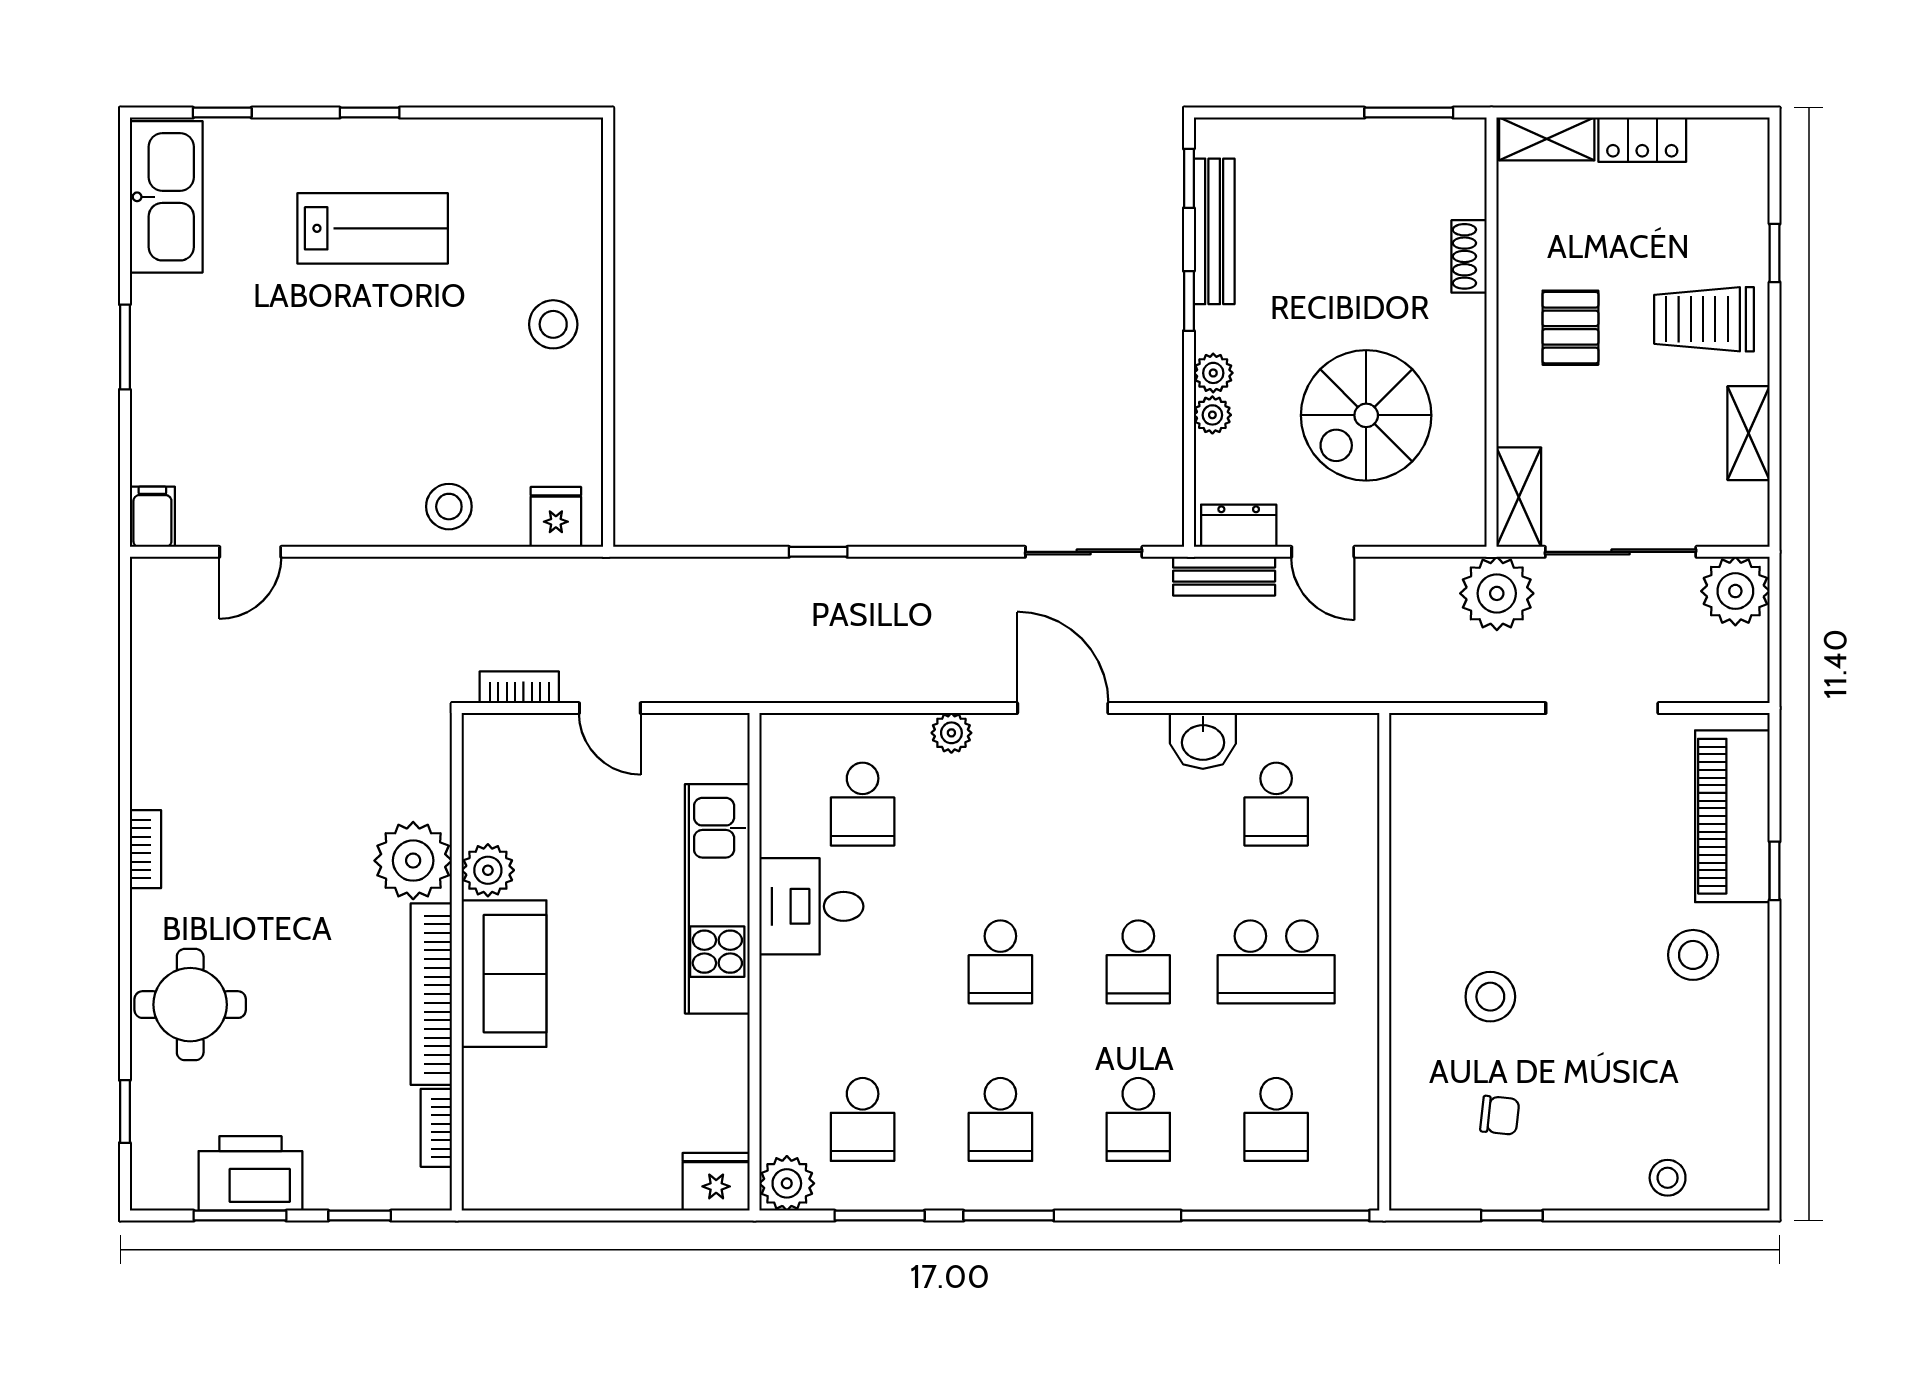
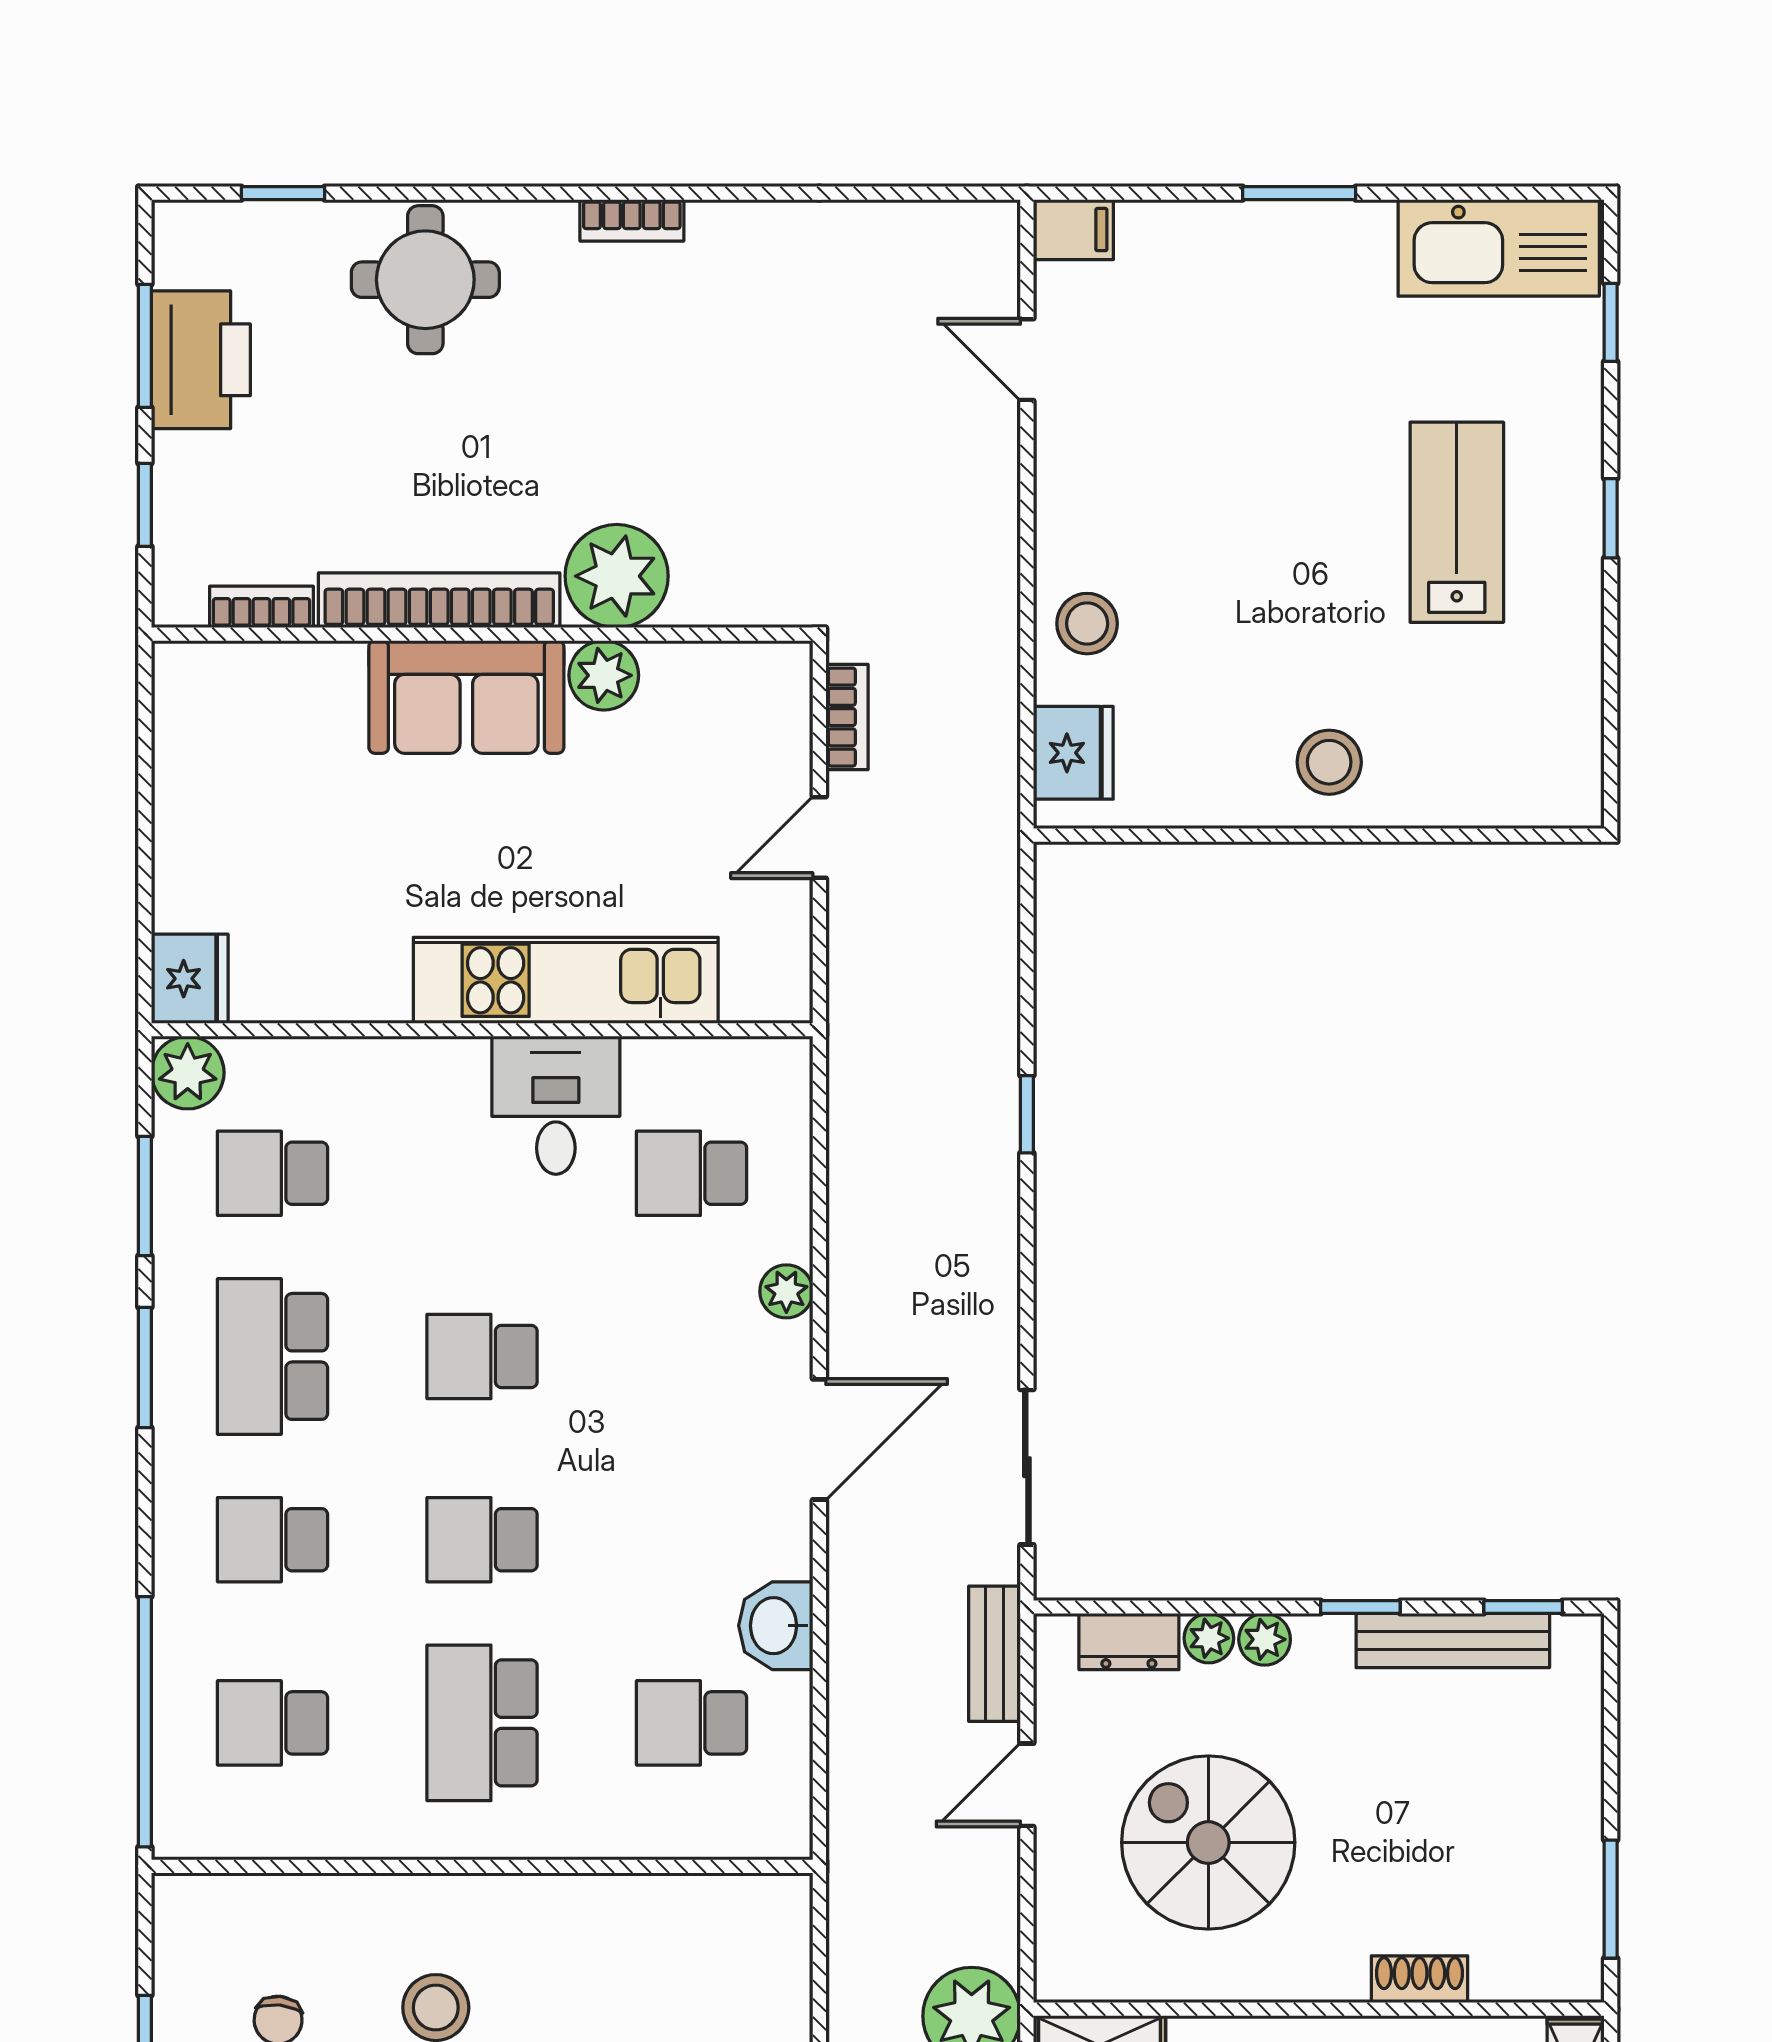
lab bench: (373, 228) -> (1457, 522), turned 180
fridge: (556, 517) -> (1073, 753), width x1.38
dresser: (1239, 526) -> (1129, 1642), moved, turned 90
school desk: (1000, 1119) -> (273, 1356), width x1.85

